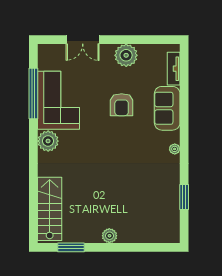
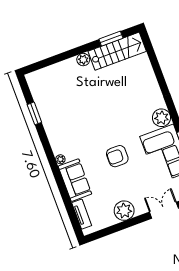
armchair: (122, 105) -> (117, 156), moved, turned -90
plant: (175, 149) -> (60, 159), moved
stairs: (50, 209) -> (117, 51), moved, turned -90

